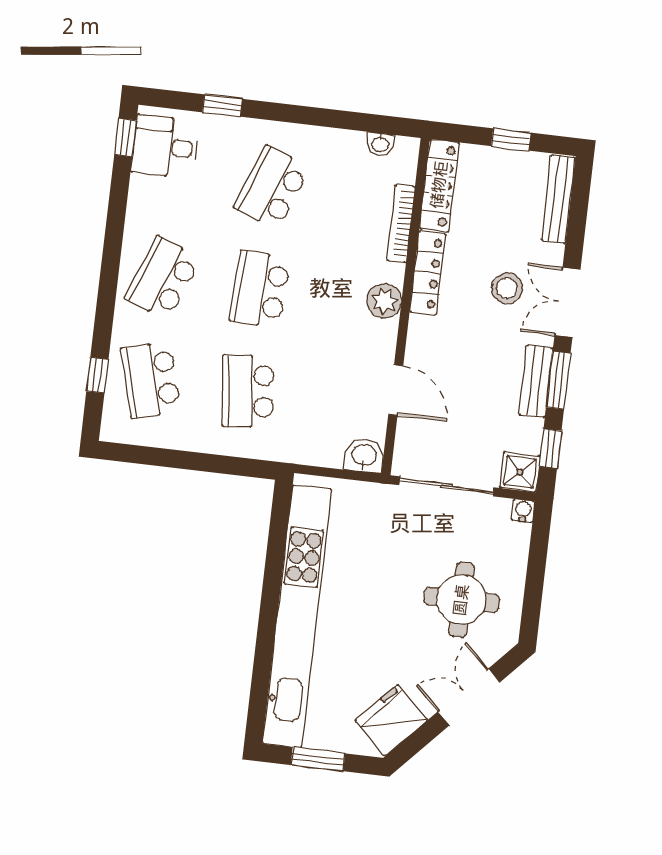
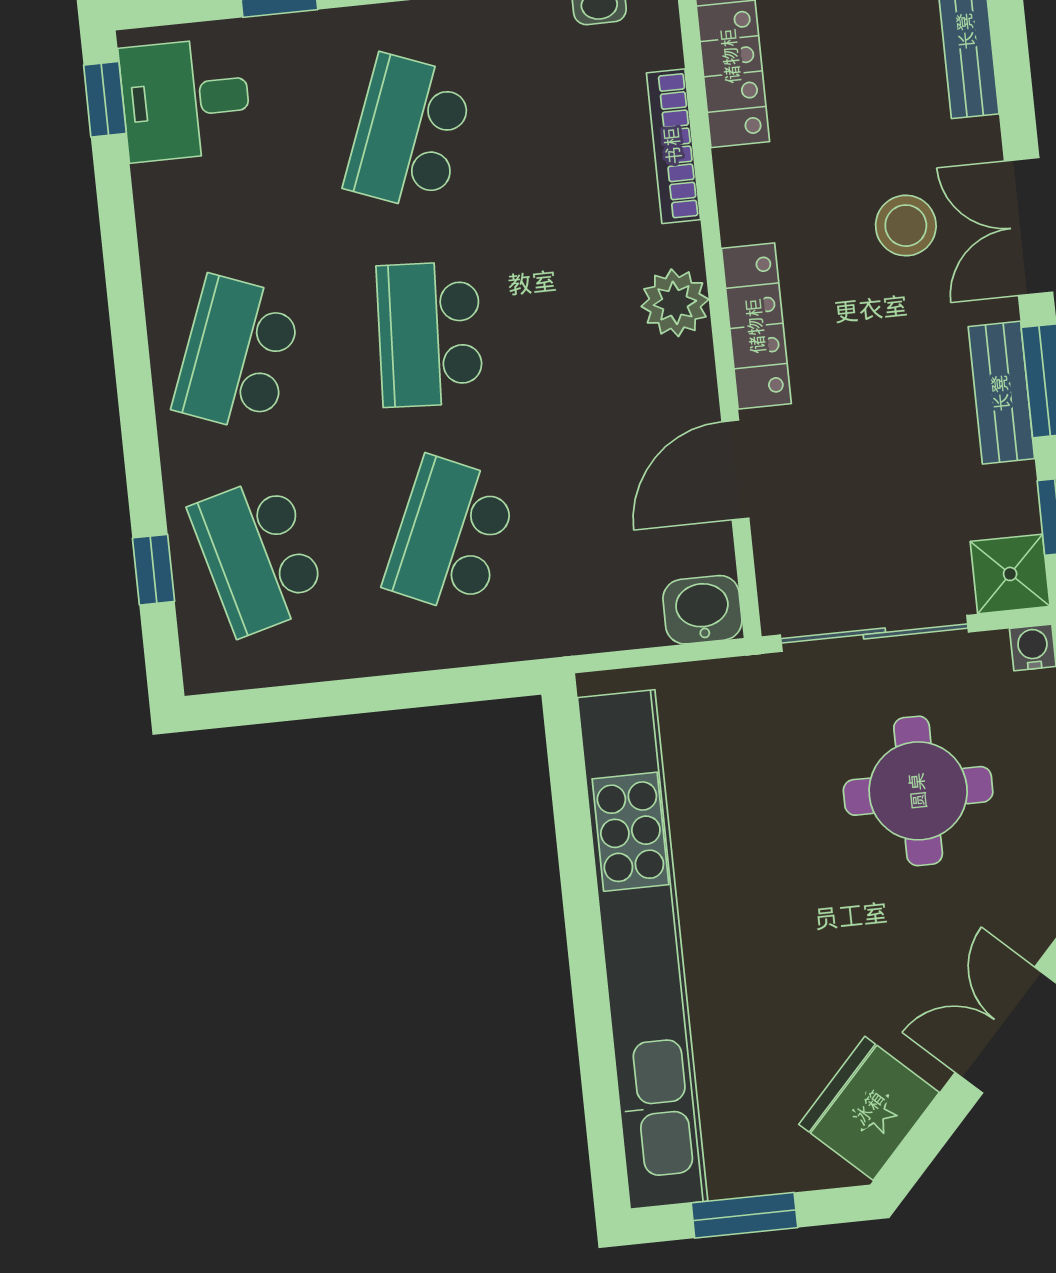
locker: (428, 273) -> (756, 326), moved
door: (396, 390) -> (735, 470), swing flipped
school desk: (248, 391) -> (451, 536), turned 30
round table: (461, 600) -> (918, 791), moved

